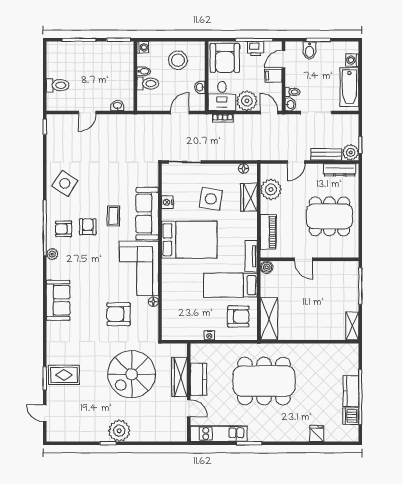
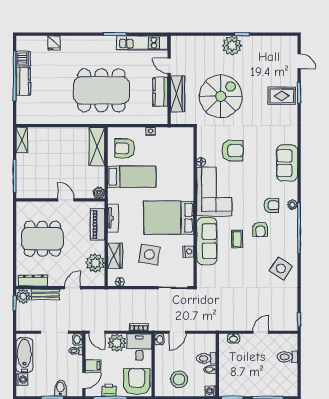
washbasin: (200, 87) -> (159, 339), moved
armchair: (64, 229) -> (271, 205), moved
tv unit: (251, 256) -> (113, 218), moved

